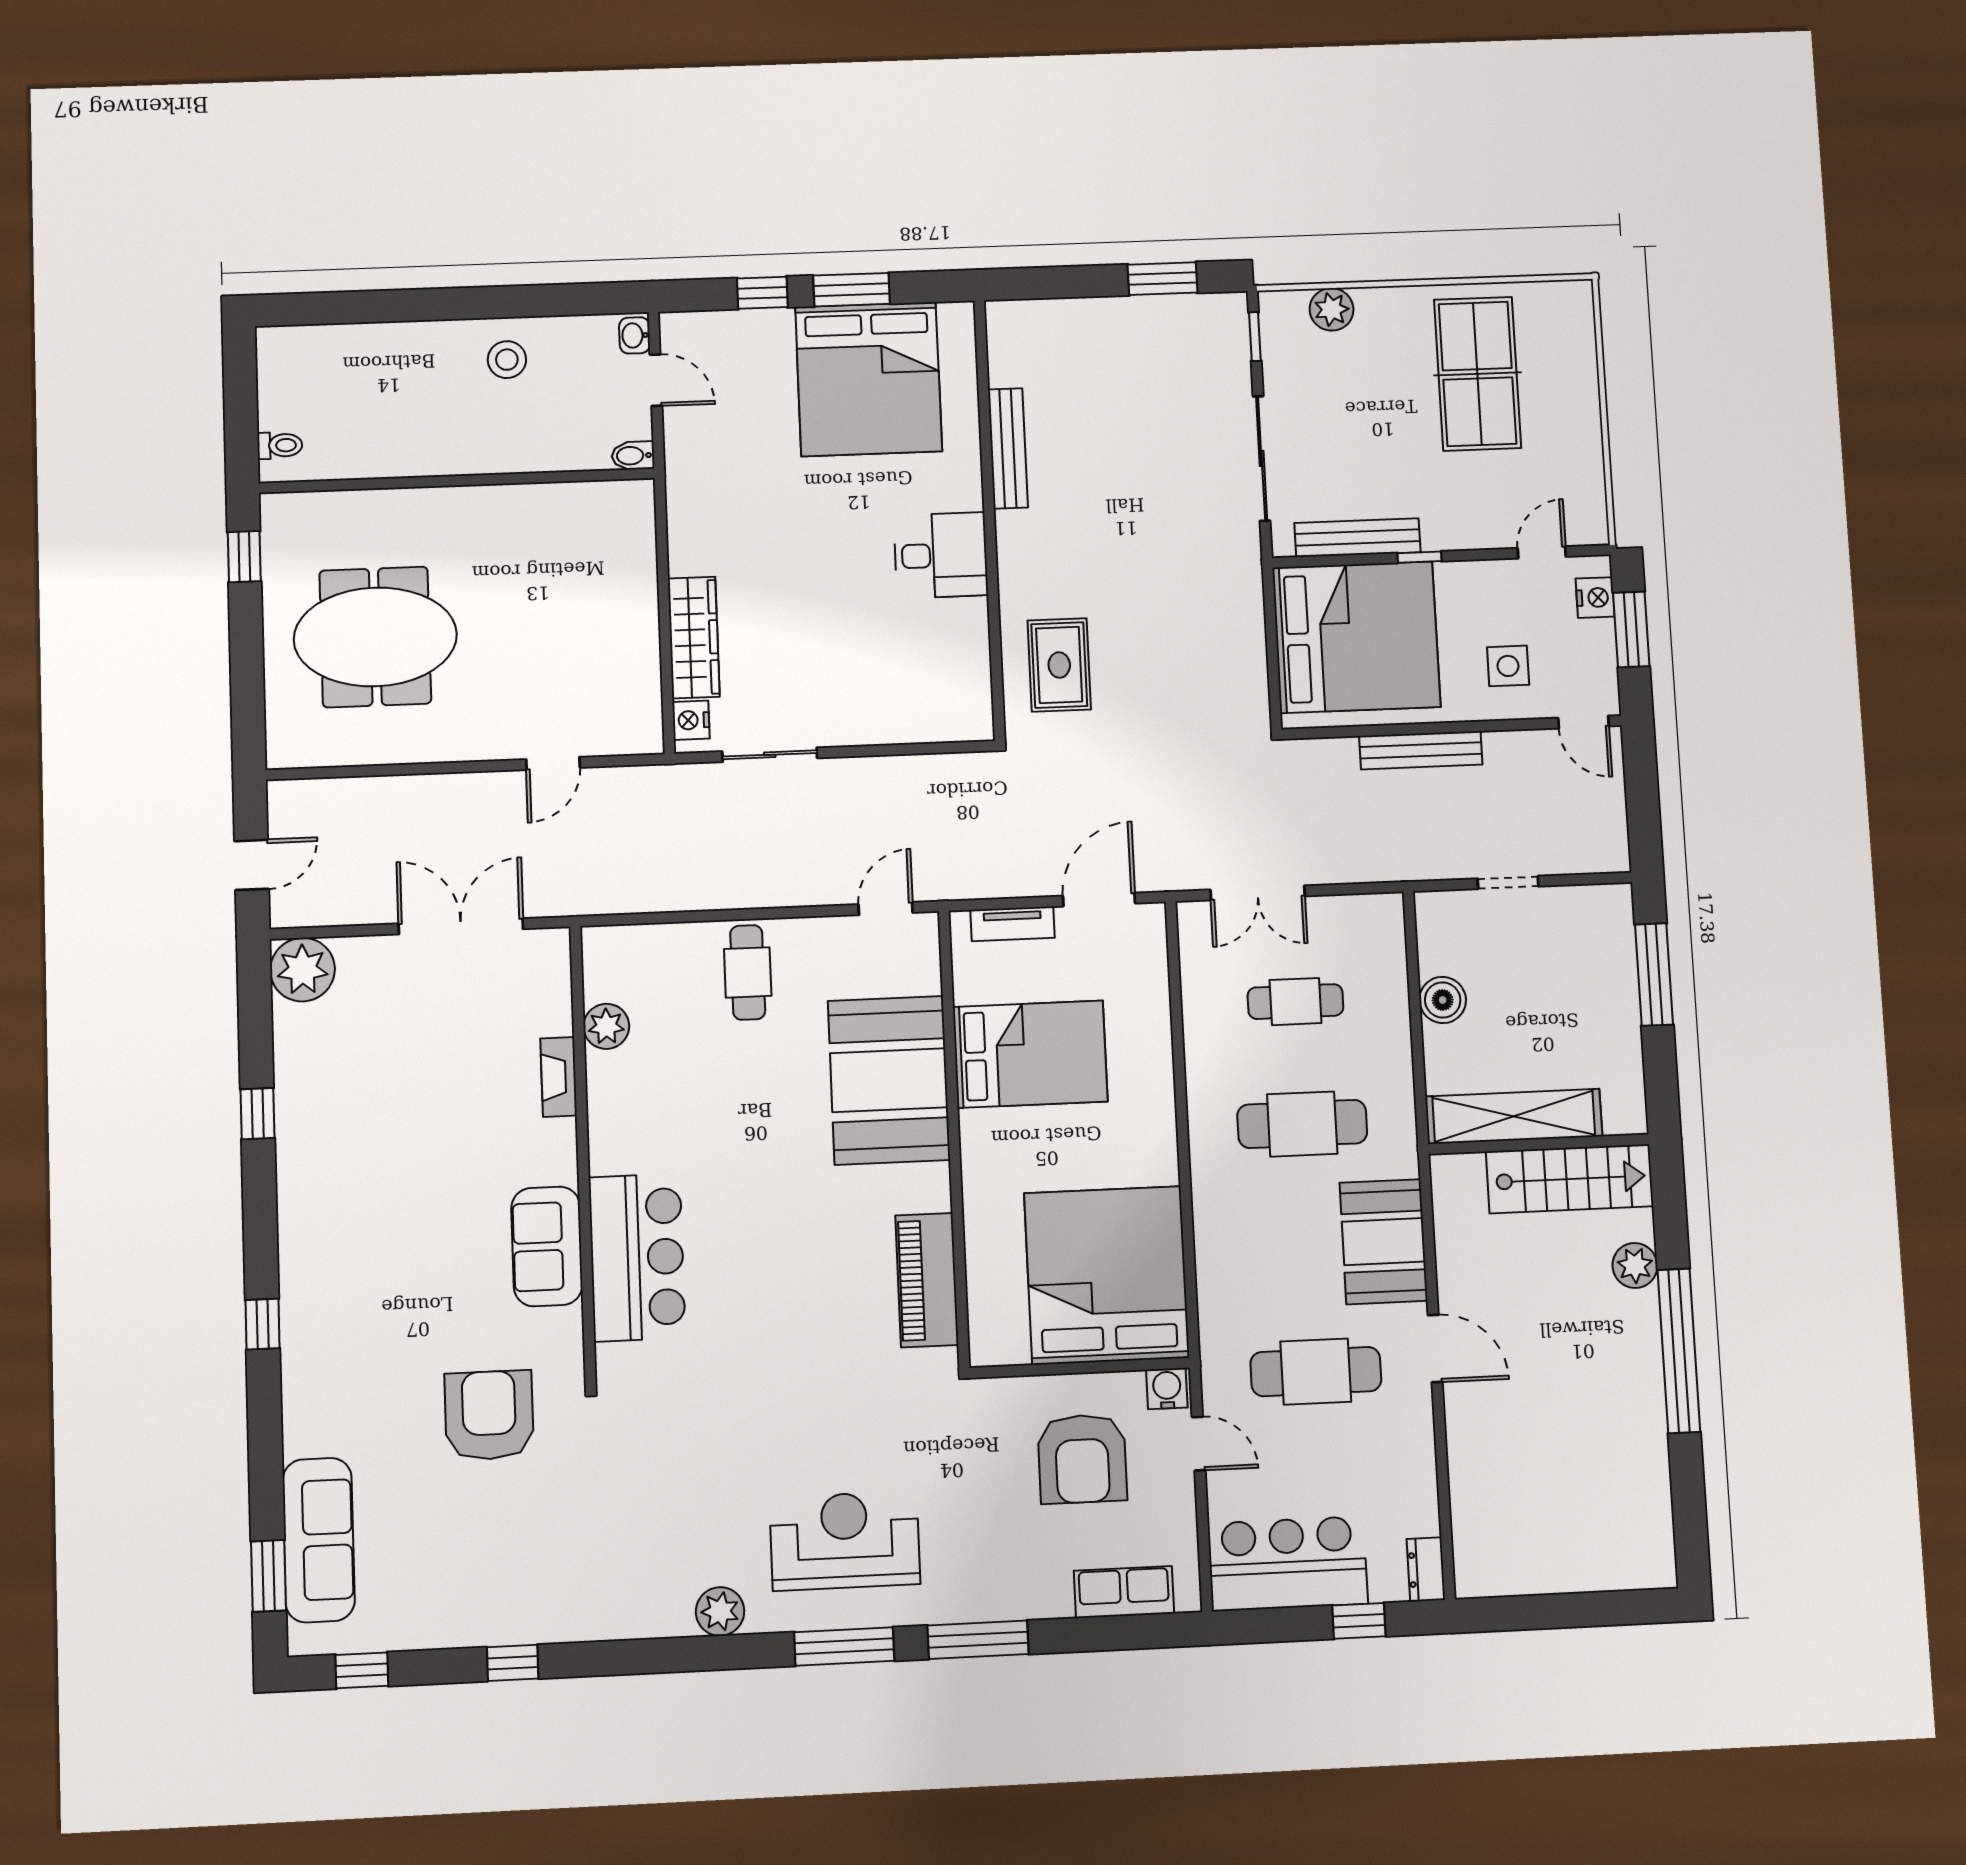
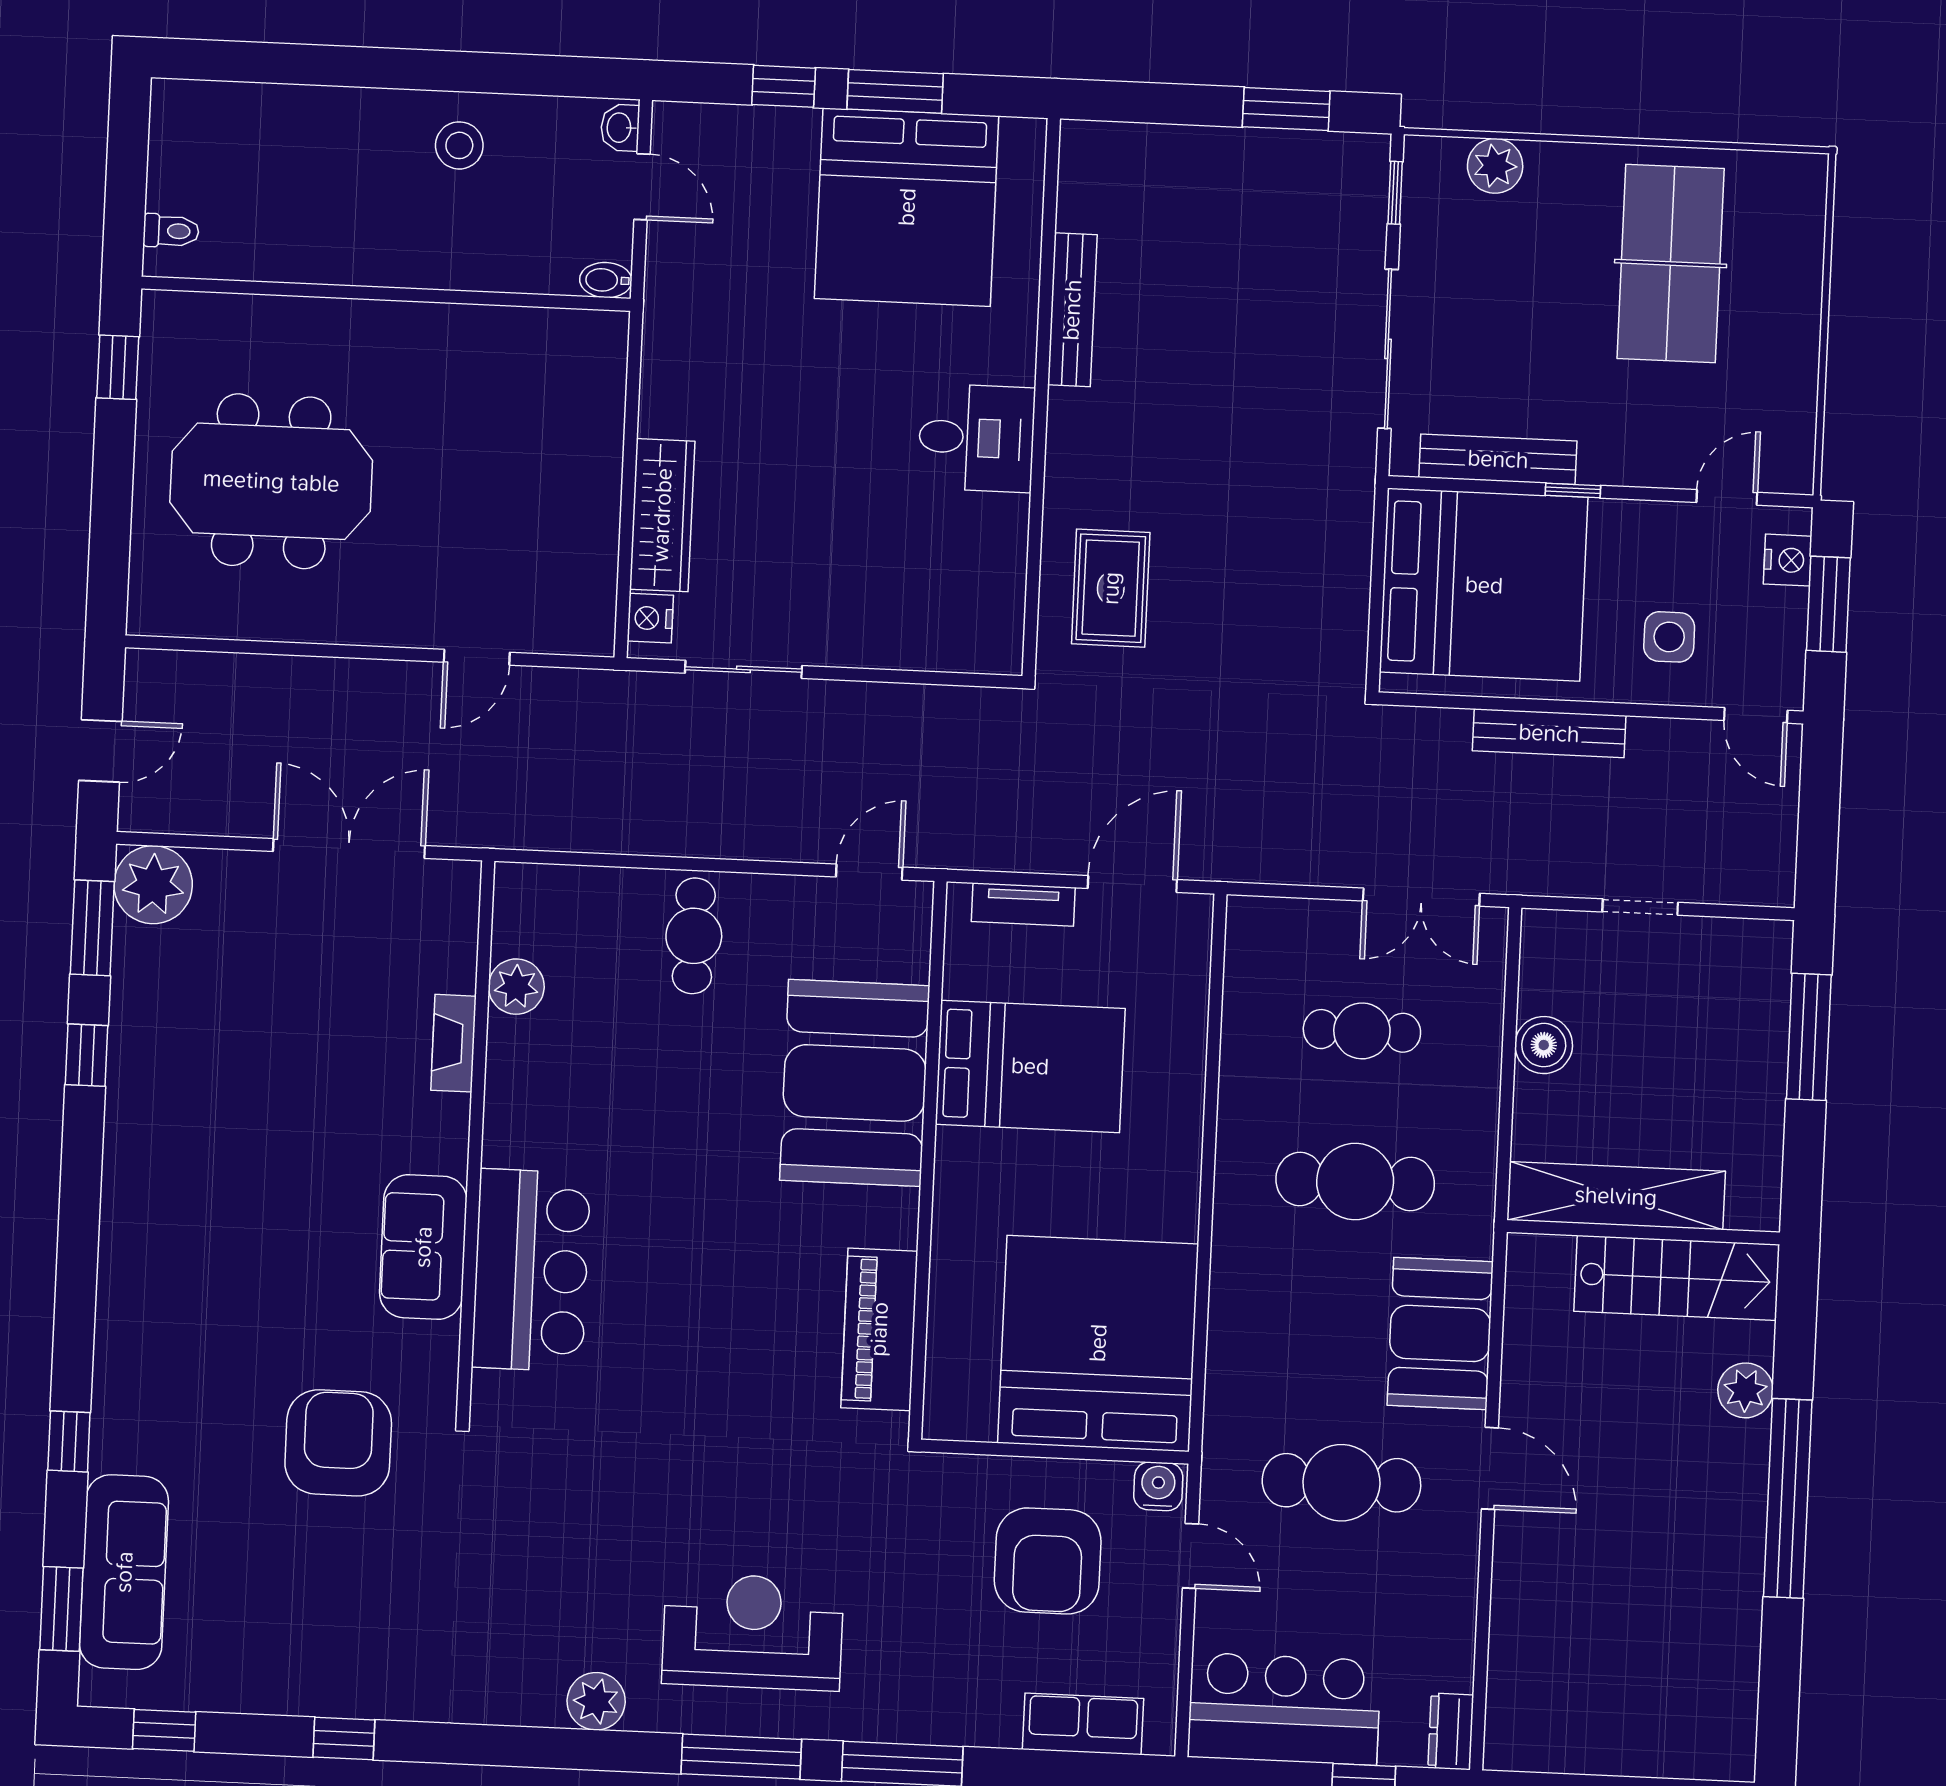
double door: (1258, 893) -> (1421, 897), moved
window: (255, 1009) -> (92, 928), added
window: (263, 1324) -> (69, 1441), moved

